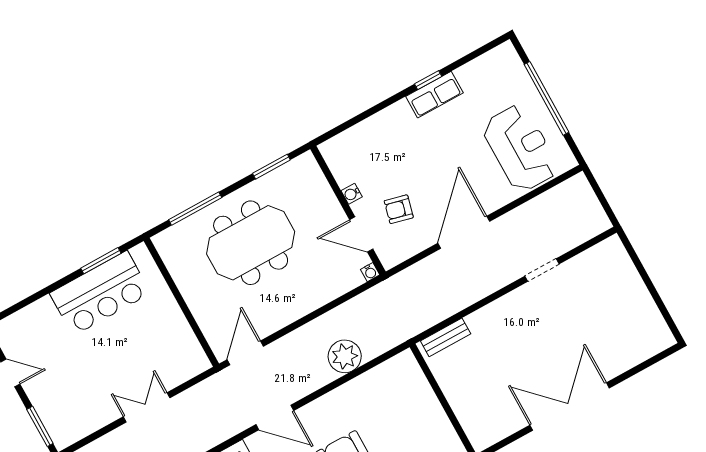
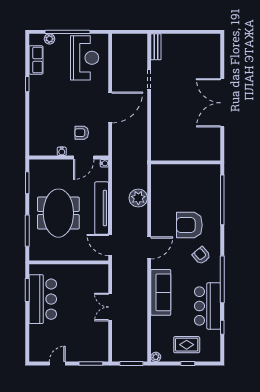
plant: (520, 76) -> (50, 39), added
row of seats: (434, 95) -> (36, 60), moved
reception desk: (520, 148) -> (85, 58), turned 90
armchair: (399, 209) -> (82, 133), turned 76
door: (464, 232) -> (110, 107), swing flipped
tv unit: (296, 307) -> (102, 208), added
bench: (446, 337) -> (156, 47), moved

